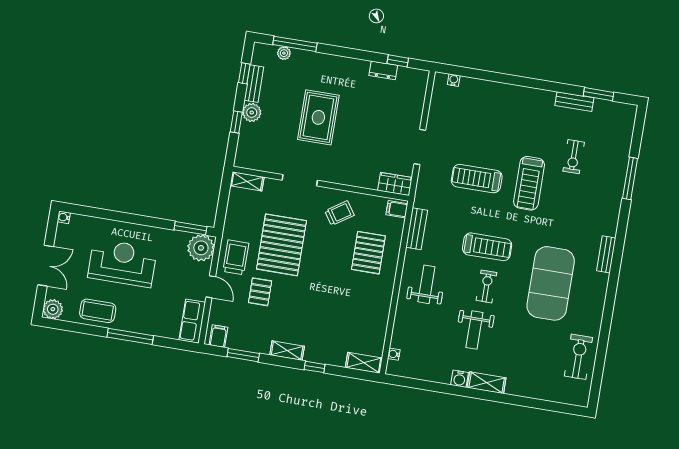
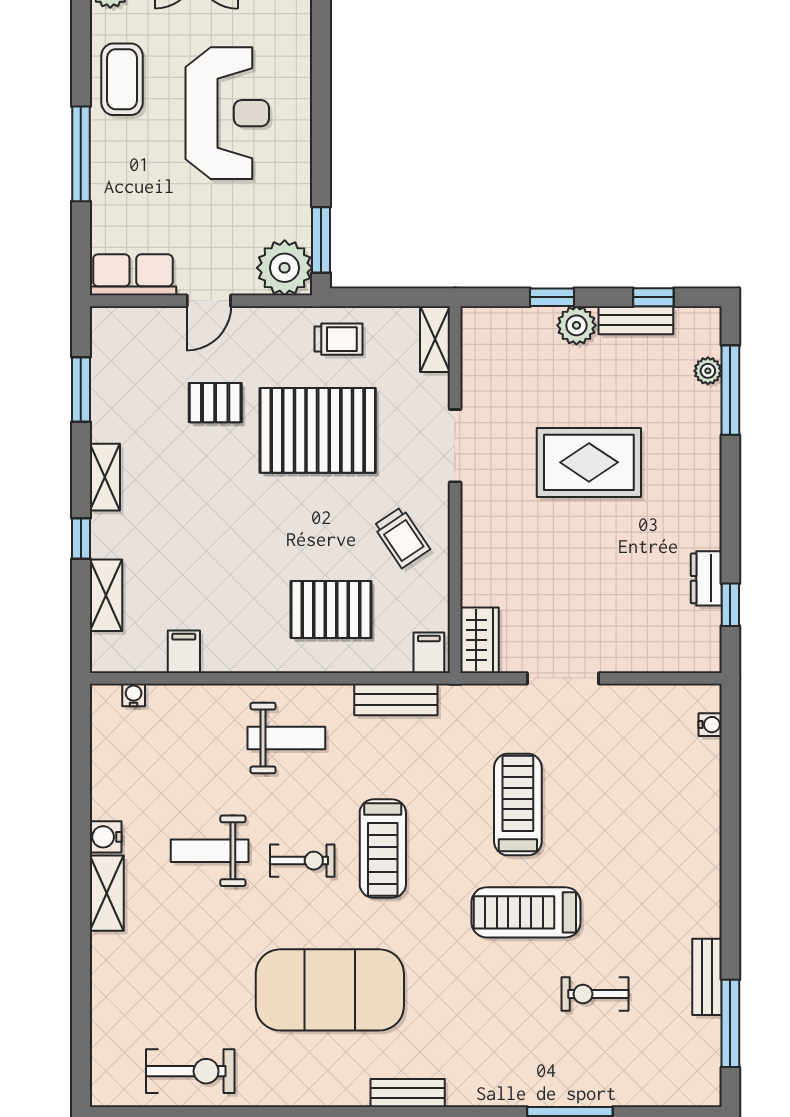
window: (599, 94) -> (730, 1023), width x1.44
trolley: (236, 257) -> (339, 339), moved, width x0.73, depth x0.72
filing cabinet: (218, 336) -> (184, 652), moved, turned -90
shelving: (364, 363) -> (106, 595), moved

